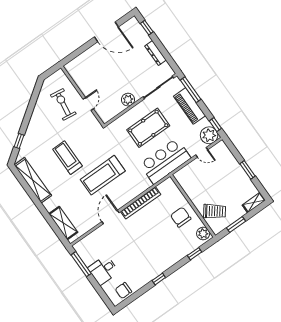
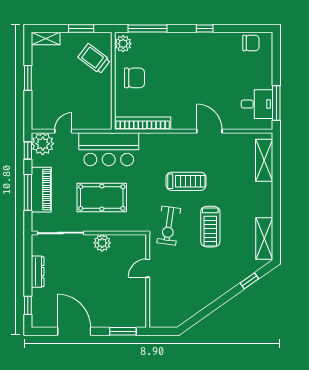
window: (76, 53) -> (123, 331), added
window: (191, 90) -> (28, 192), moved
exercise bike: (63, 104) -> (169, 226), moved
door: (202, 152) -> (63, 131), hinge flipped
treadmill: (103, 175) -> (186, 181), width x0.73, depth x0.73
shelving: (33, 180) -> (264, 238), width x0.68
bookcase: (141, 203) -> (143, 123), moved
door: (110, 217) -> (209, 131), swing flipped
chair: (181, 217) -> (135, 78), turned -90
window: (195, 254) -> (147, 28), width x2.17
desk: (103, 270) -> (257, 104), moved

